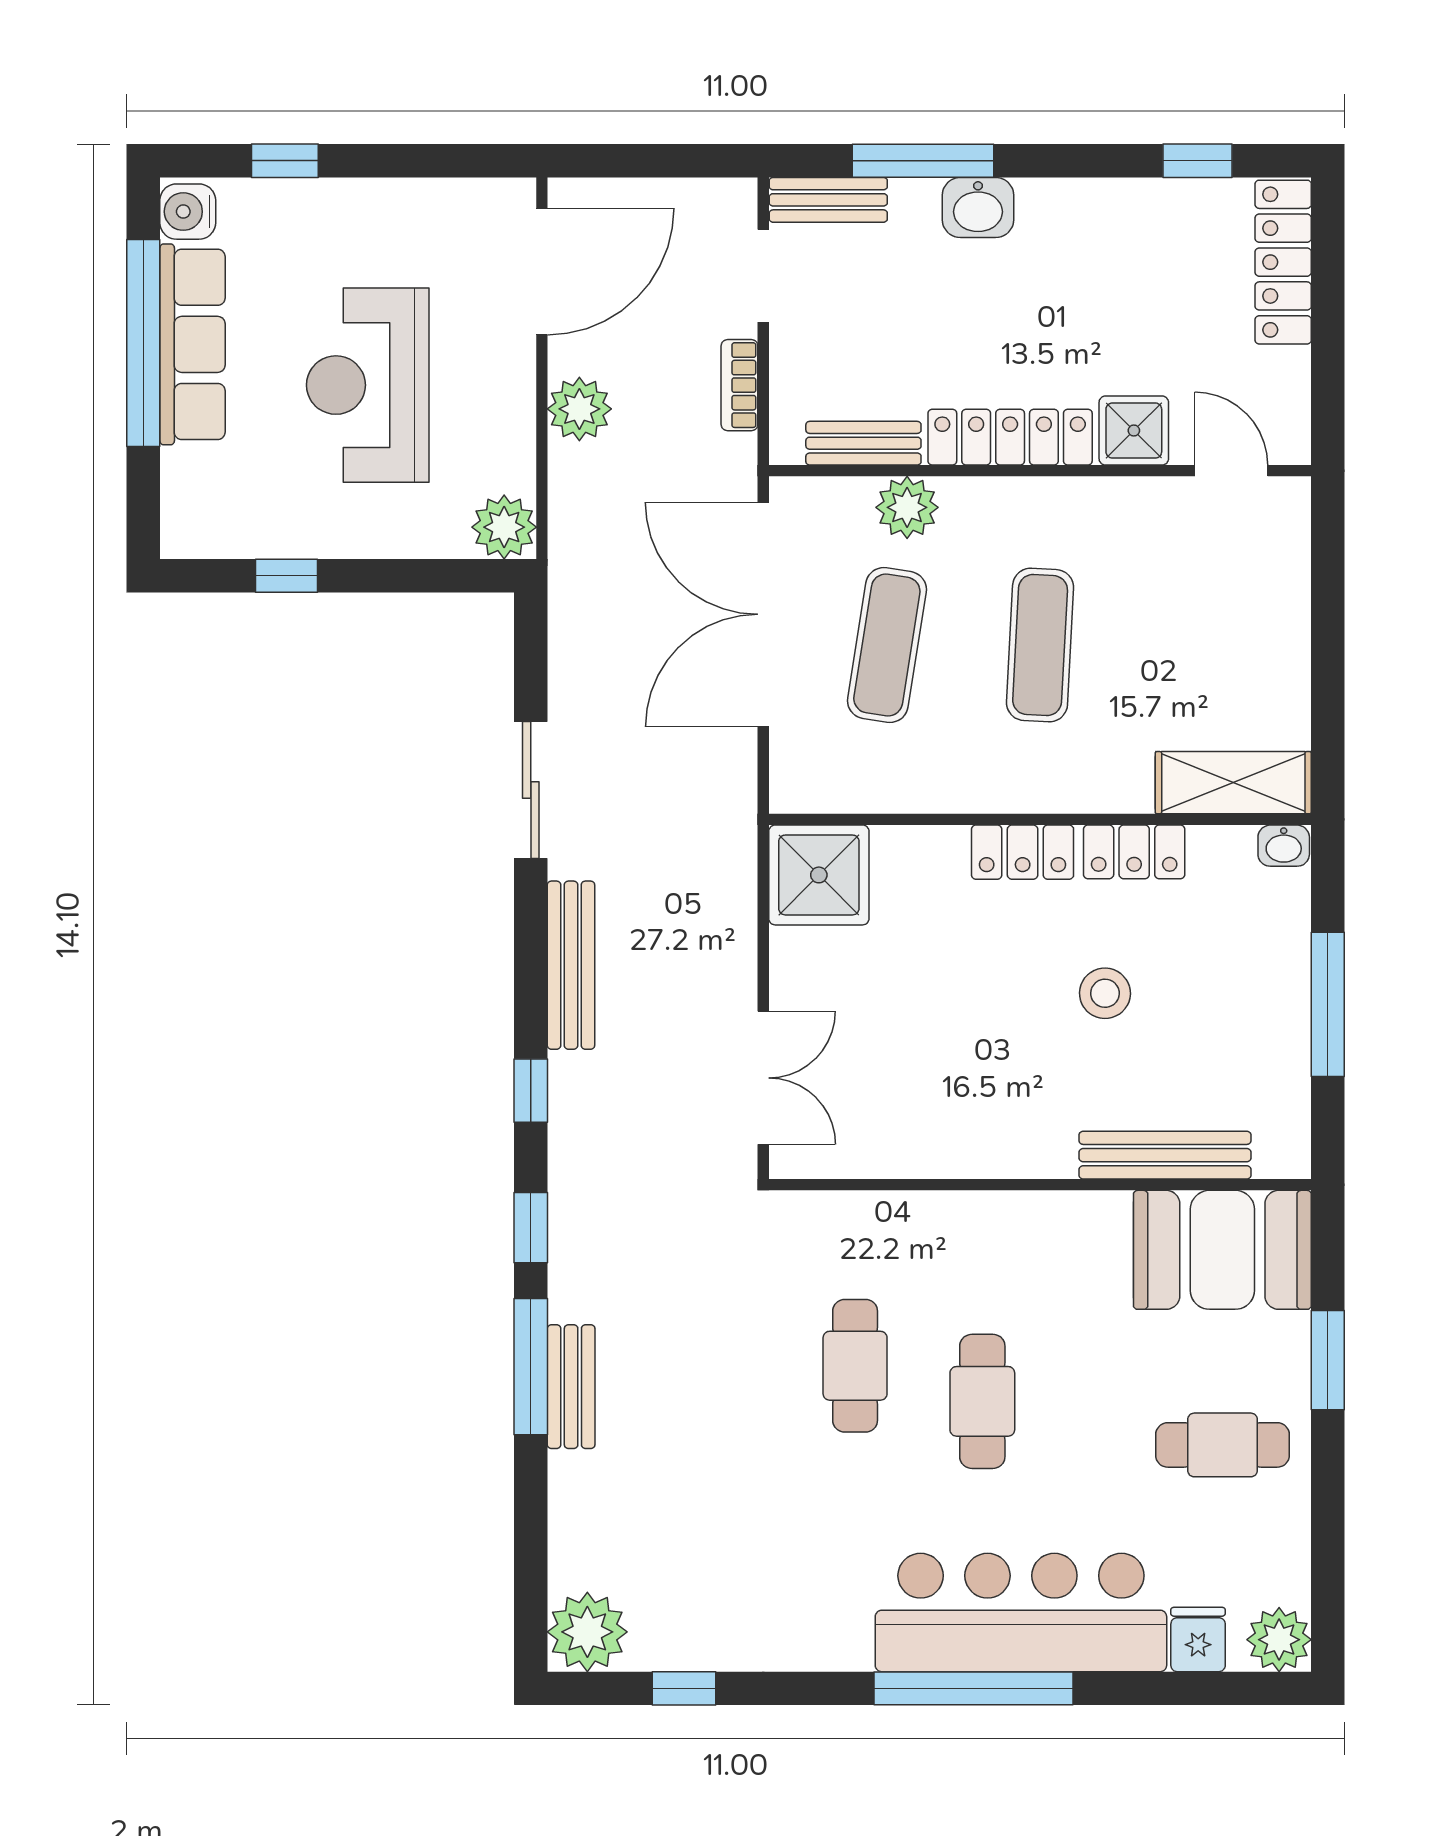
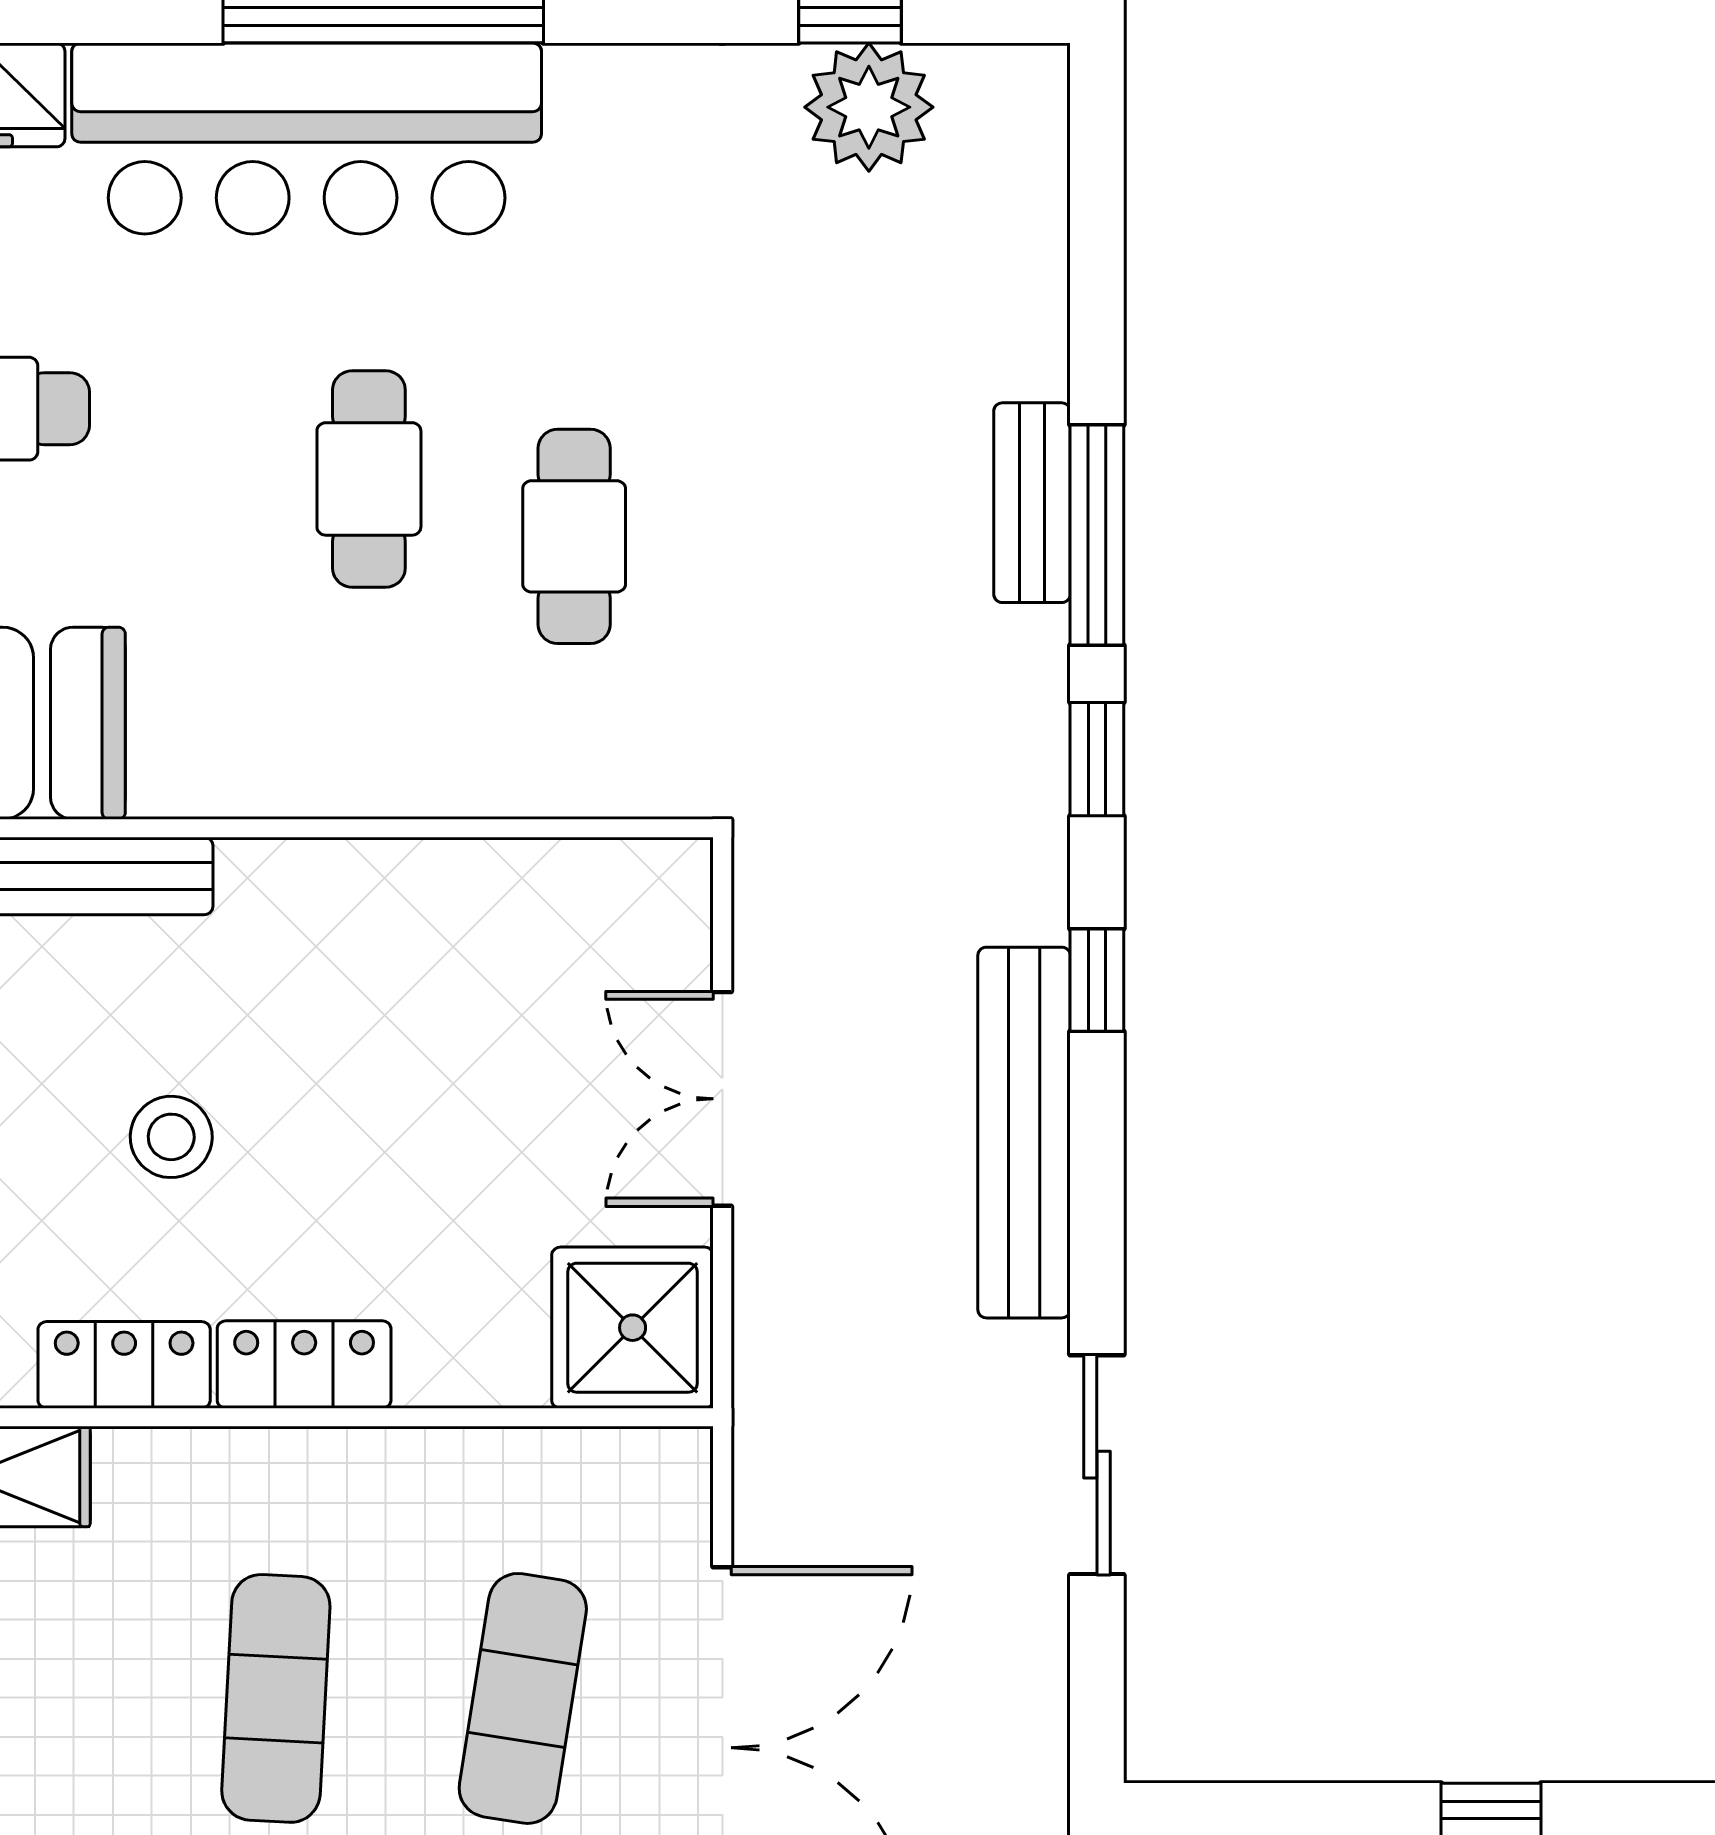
bench: (571, 965) -> (1024, 1133), width x1.37, depth x1.21
double door: (763, 1078) -> (722, 1099), moved
plant: (587, 1632) -> (869, 107), moved

